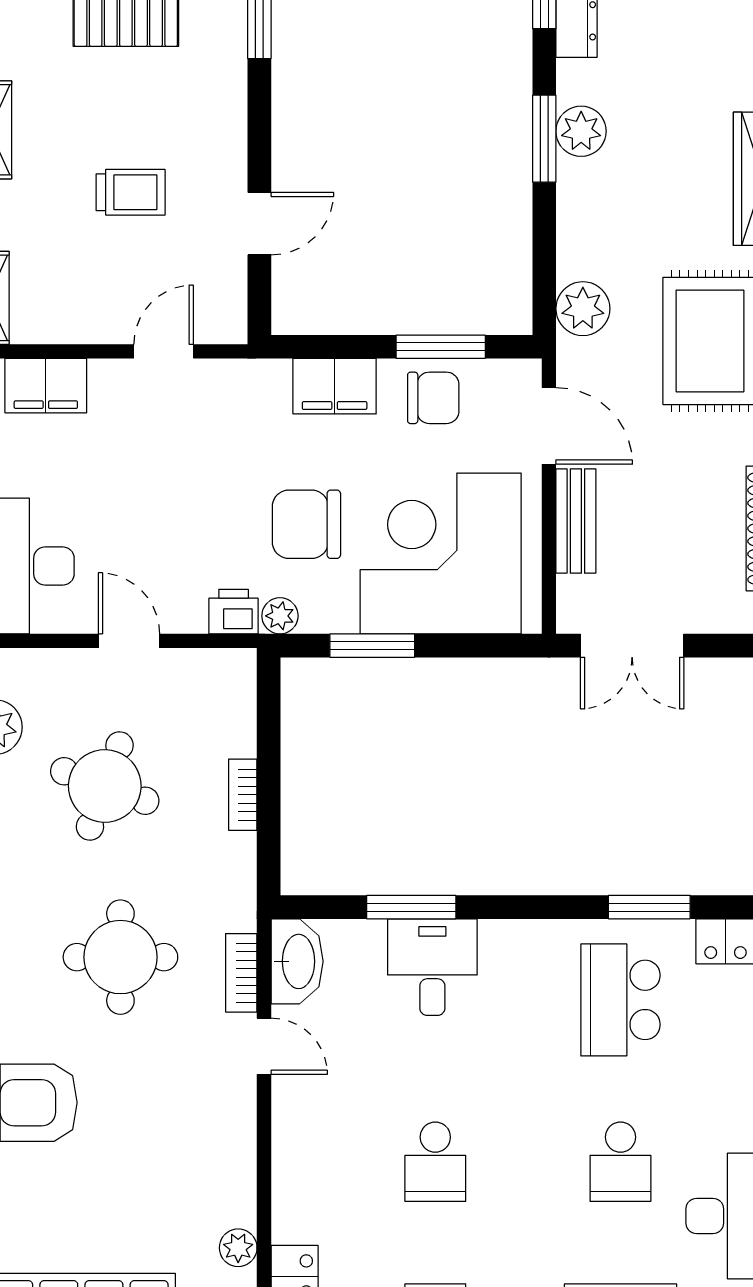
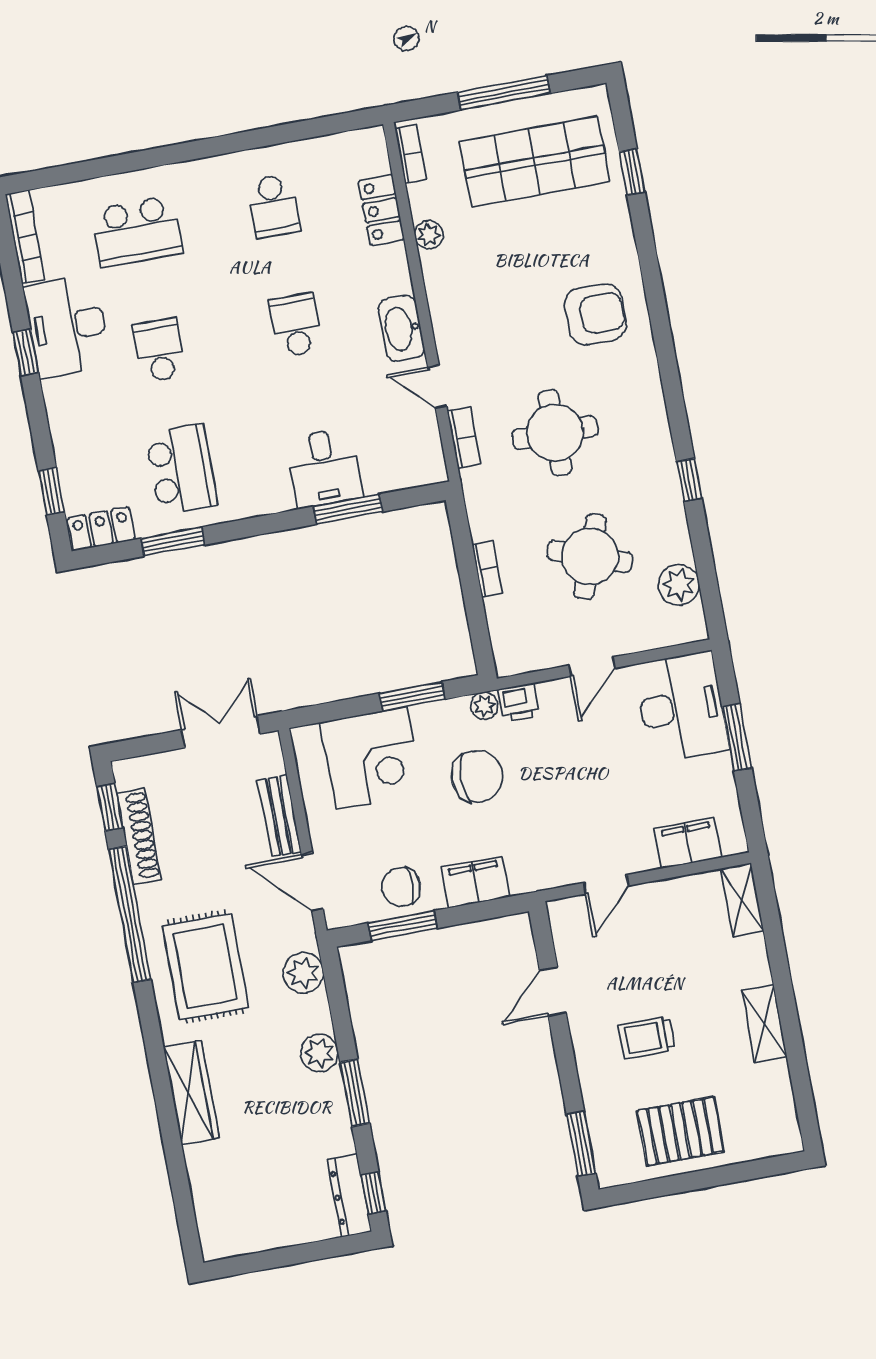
plant: (581, 131) -> (319, 1053), moved
trolley: (131, 192) -> (647, 1037), moved
corner desk: (441, 553) -> (372, 758), width x0.74, depth x0.74
door: (129, 641) -> (592, 667), hinge flipped
washbasin: (297, 961) -> (401, 328), moved

